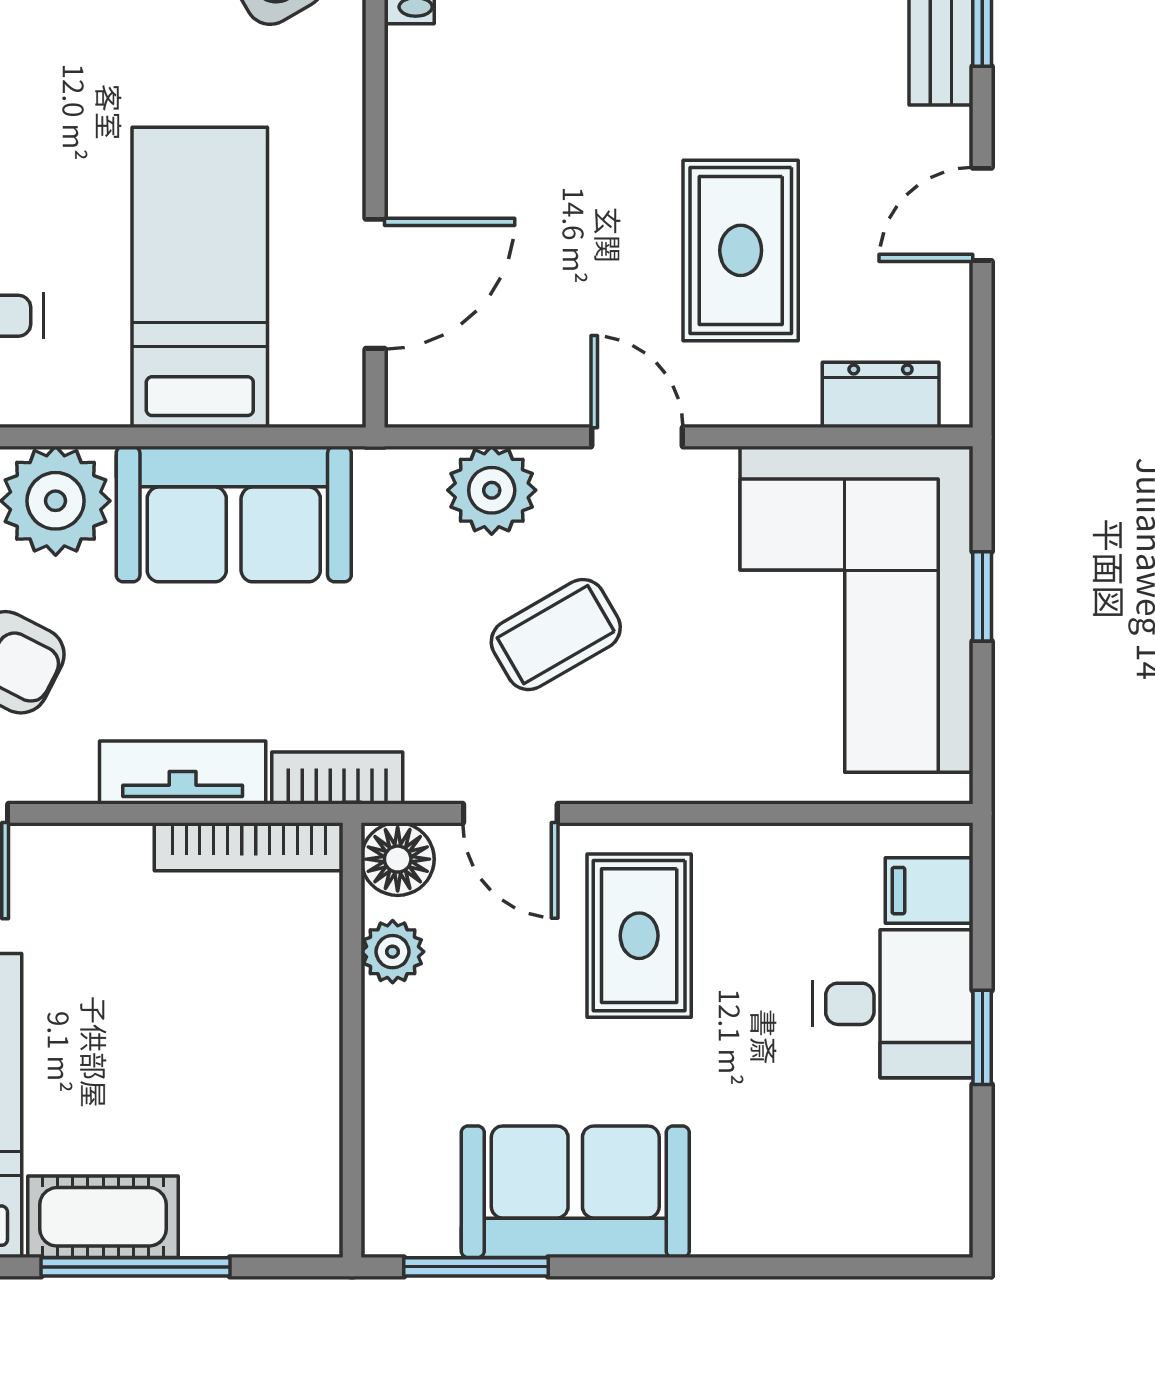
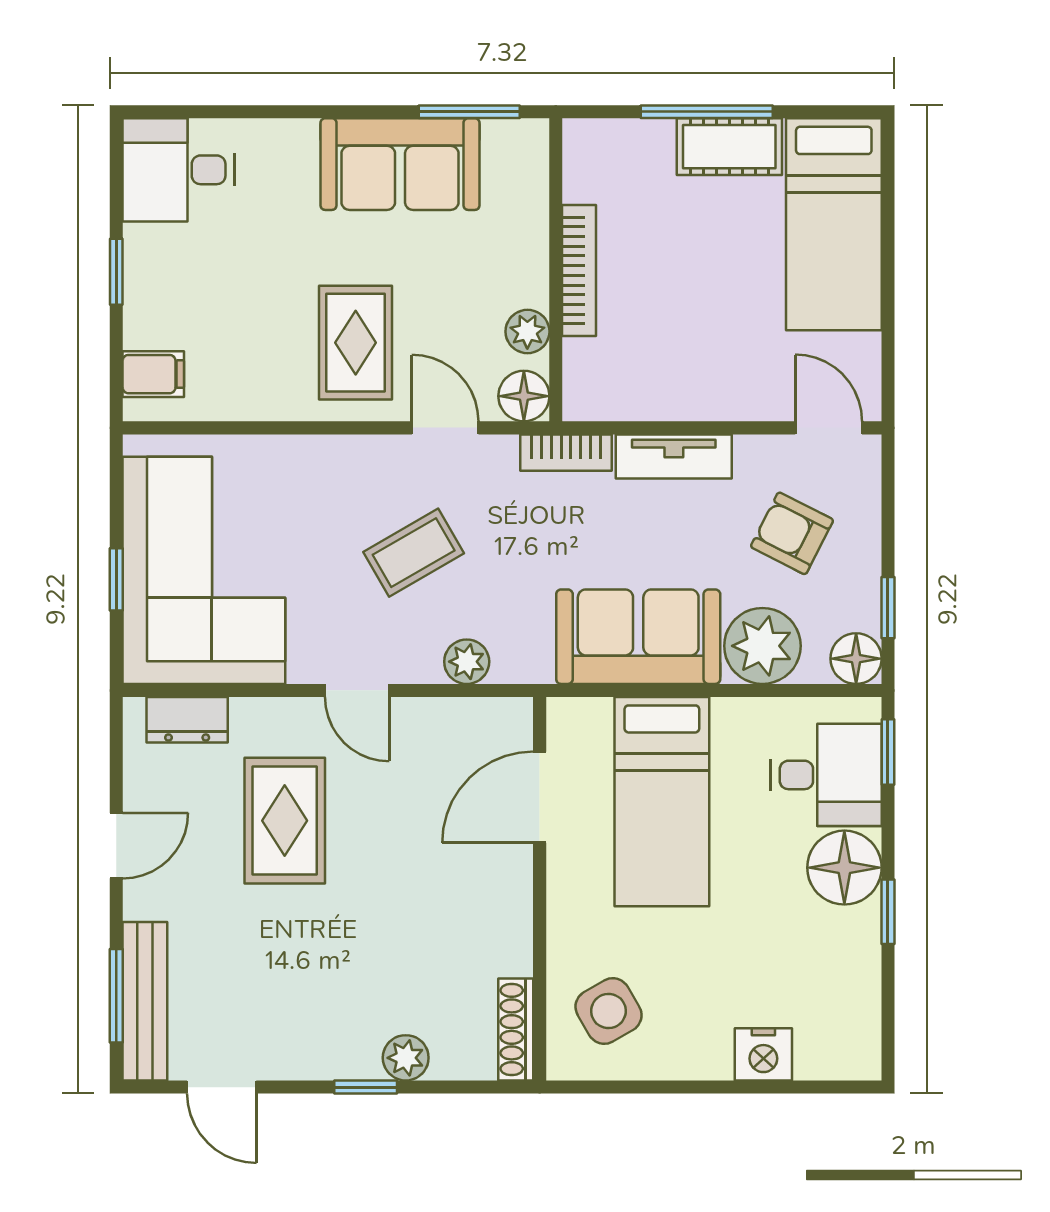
plant: (492, 490) -> (467, 662), width x0.73, depth x0.73
bookcase: (249, 847) -> (579, 270), moved, turned 90
desk: (893, 1004) -> (178, 170), moved

